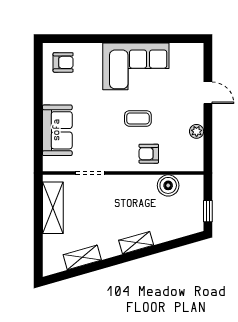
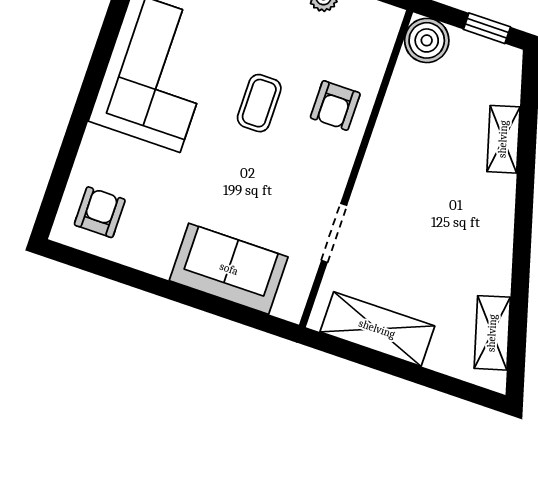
boiler: (168, 185) -> (427, 40), moved
shelving: (136, 243) -> (503, 139), moved
shelving: (82, 257) -> (492, 333), moved

